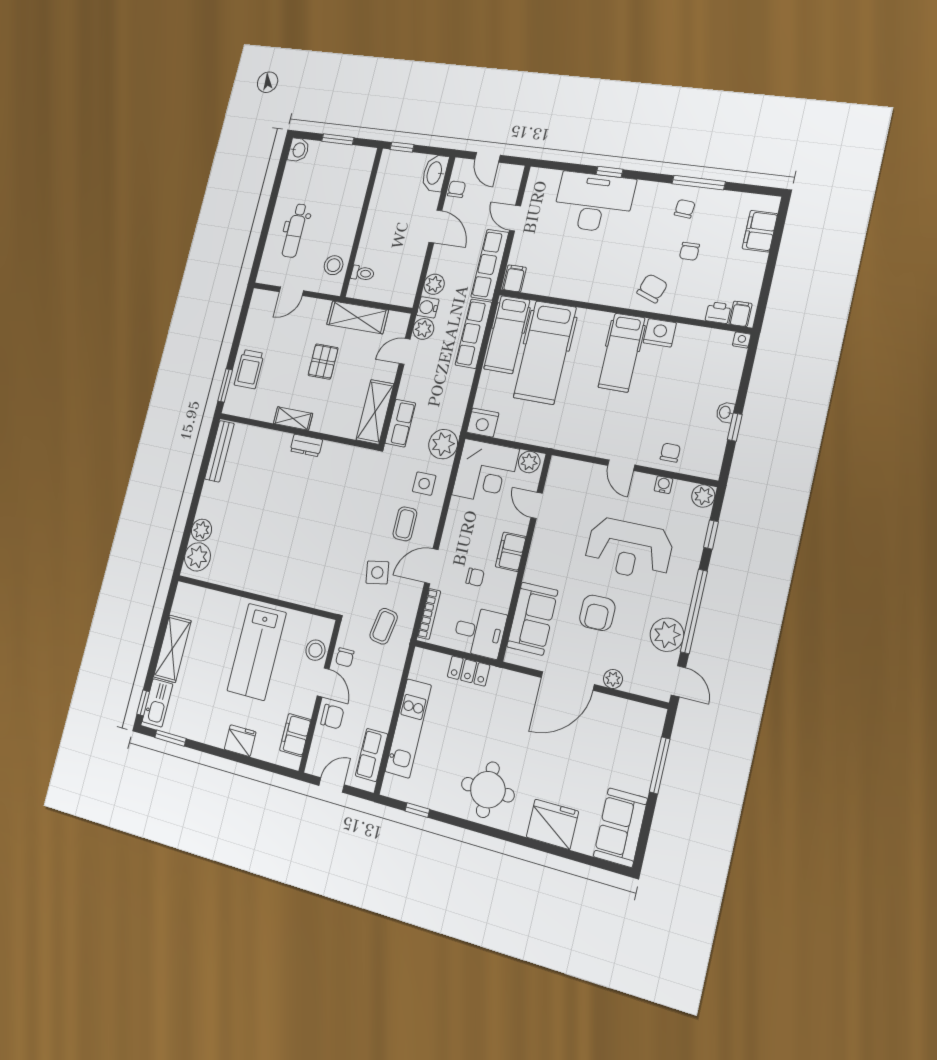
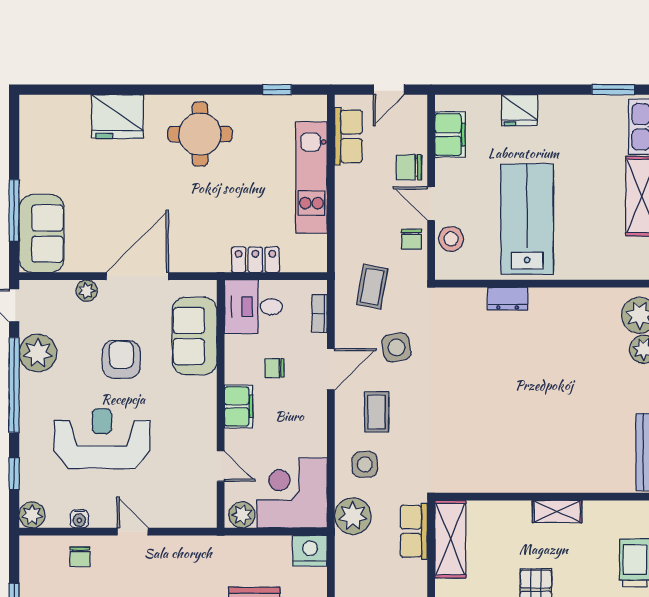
dresser: (306, 445) -> (508, 299), moved, turned 180
bookcase: (429, 614) -> (320, 313), width x0.64
chair: (345, 657) -> (411, 239), turned 180
sofa: (620, 828) -> (42, 234), moved

